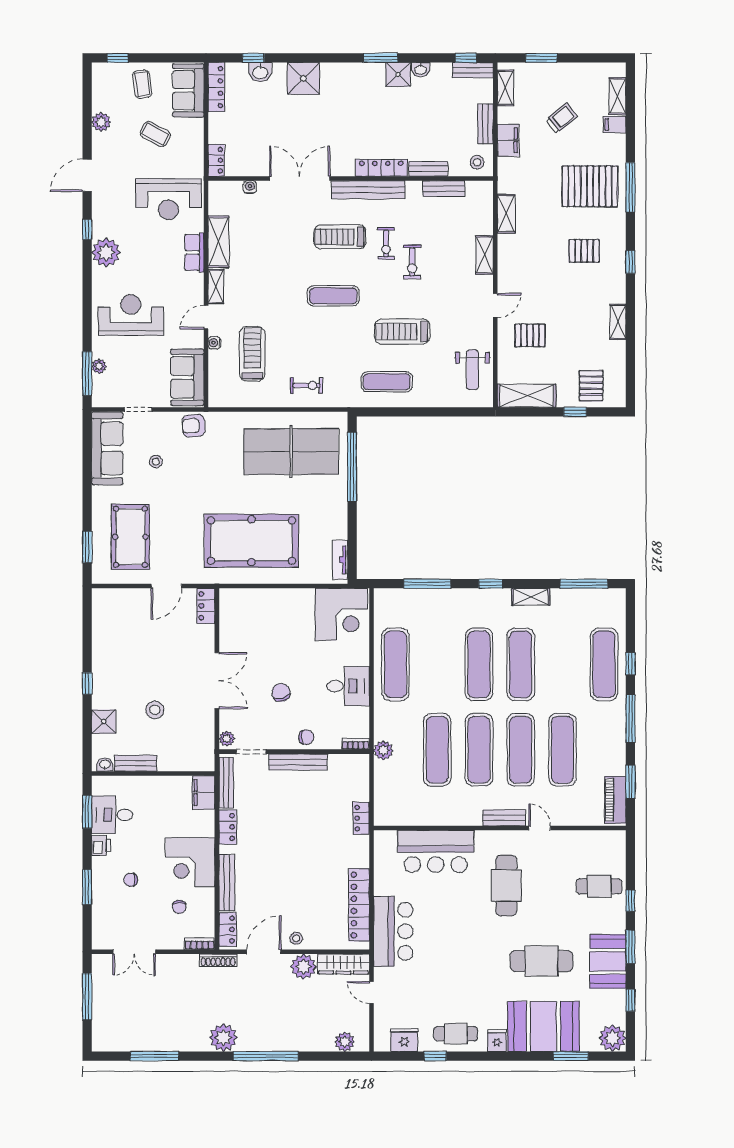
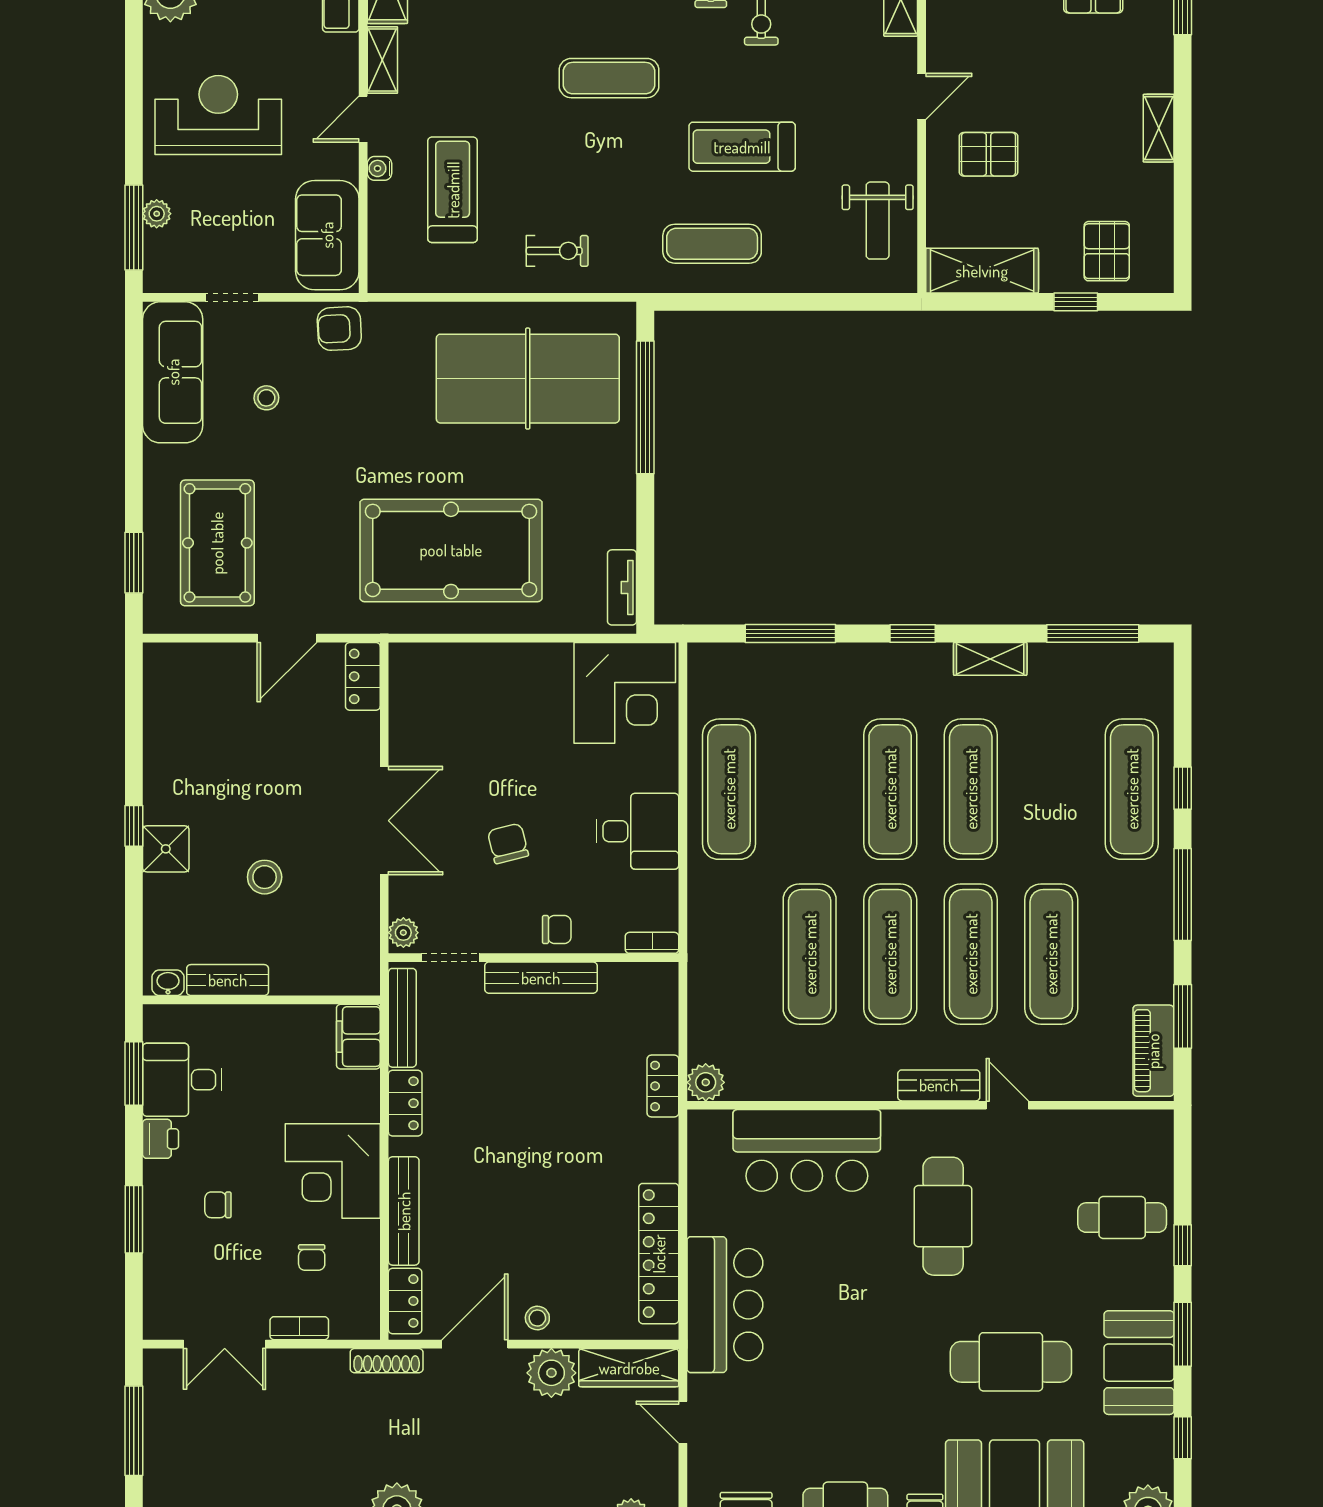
shower: (104, 722) -> (166, 849), moved
plant: (383, 750) -> (706, 1082), moved
bookcase: (200, 944) -> (299, 1328), moved

